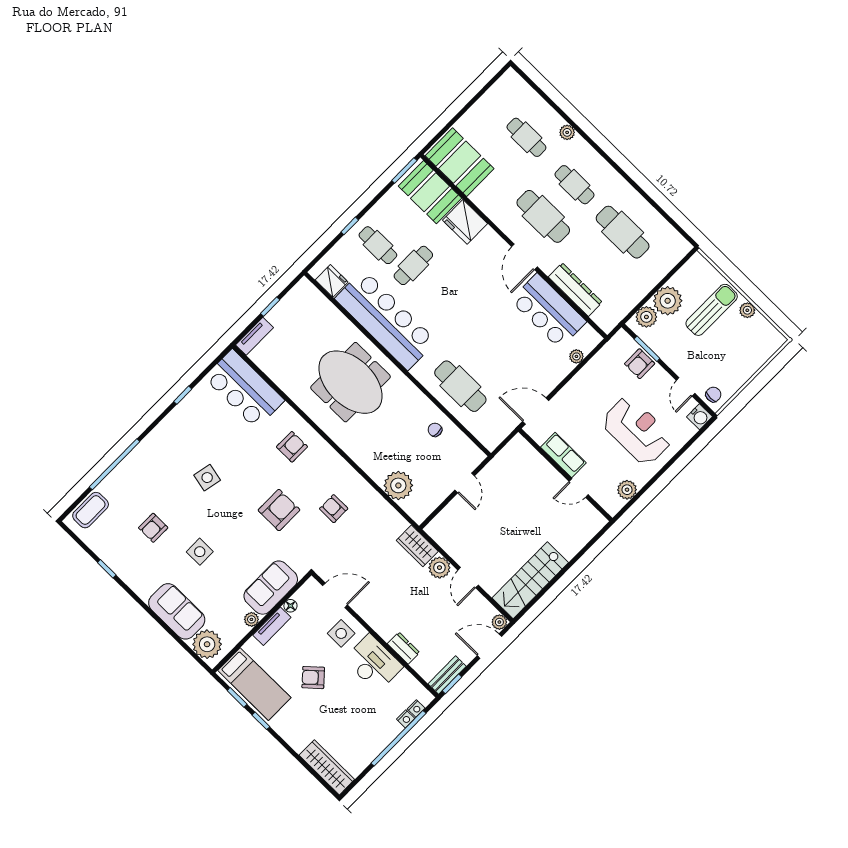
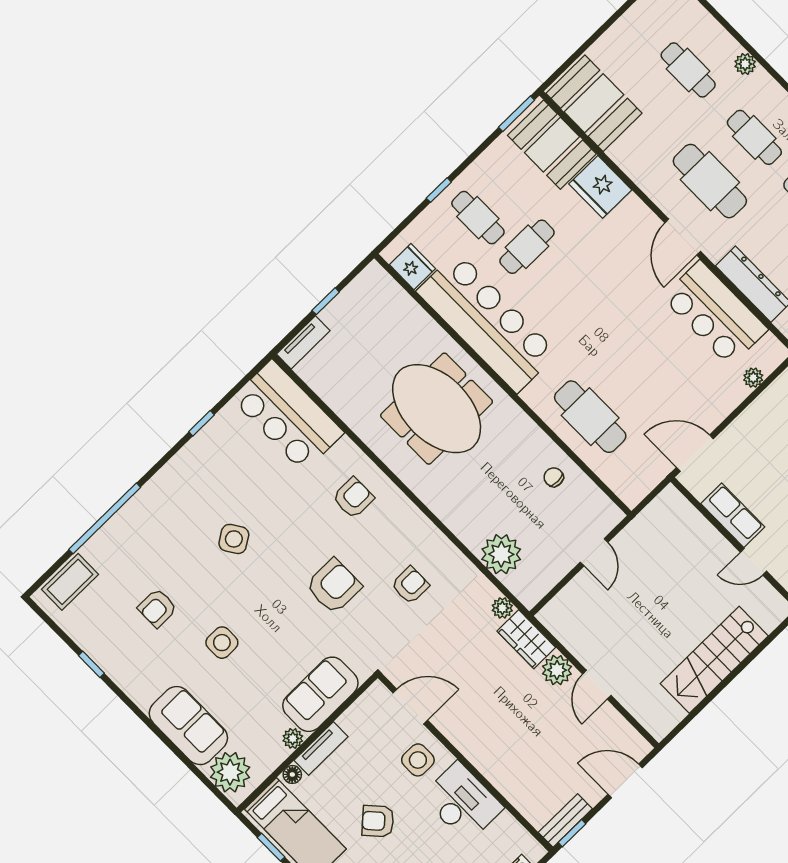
side table: (207, 478) -> (234, 539), turned 45
armchair: (334, 509) -> (410, 585), turned 90
stairs: (530, 580) -> (714, 660), moved
floor lamp: (290, 606) -> (292, 774), moved
plant: (499, 622) -> (502, 608), moved
dresser: (404, 648) -> (505, 782), removed

